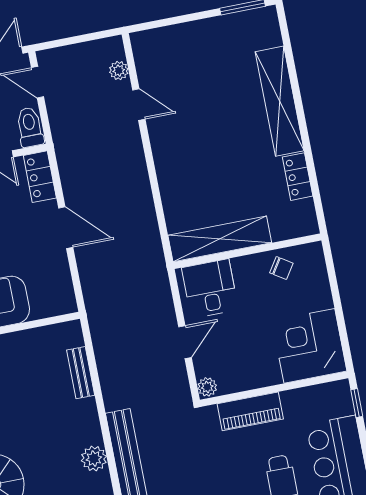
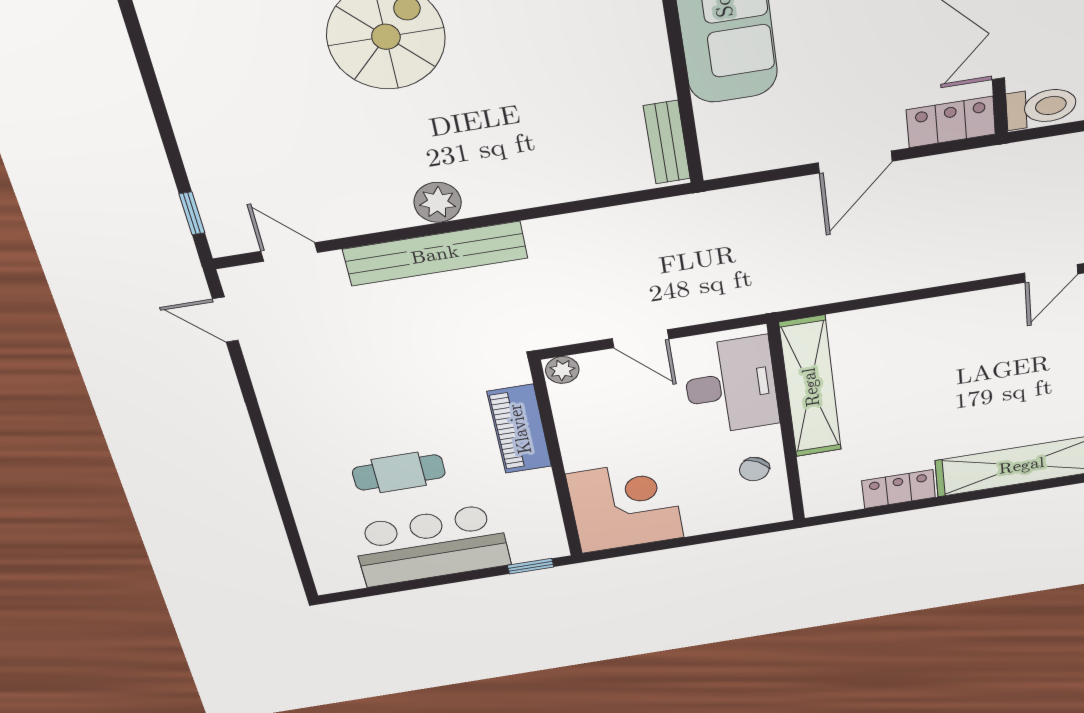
desk: (210, 289) -> (731, 386), width x1.37
bench: (81, 373) -> (667, 142), moved, turned 90

